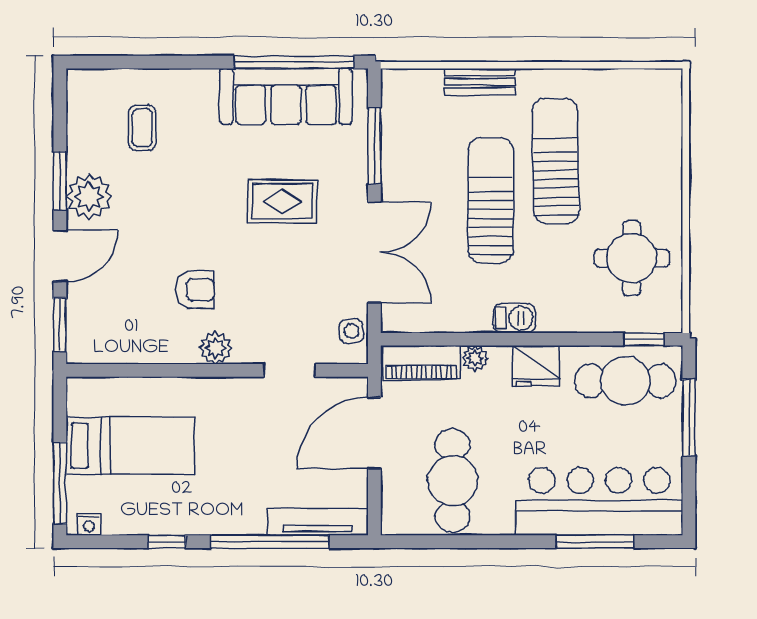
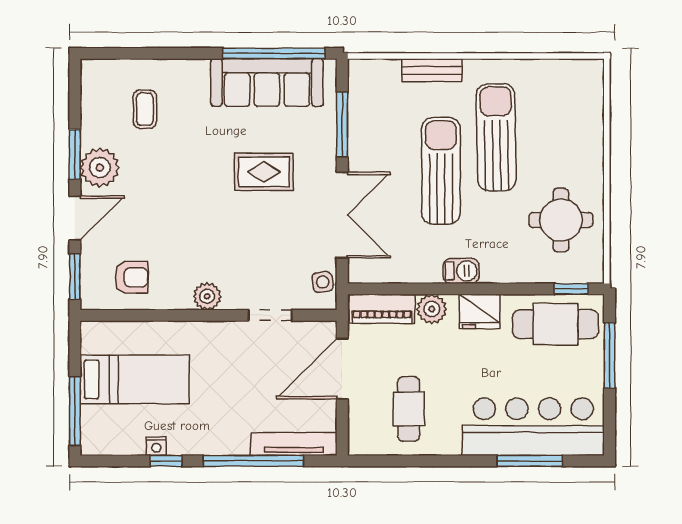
armchair: (195, 290) -> (131, 277), moved
plant: (475, 358) -> (432, 309), width x1.38, depth x1.38
cafe table: (453, 481) -> (409, 409), width x0.73, depth x0.74
nightstand: (89, 524) -> (156, 446), moved

